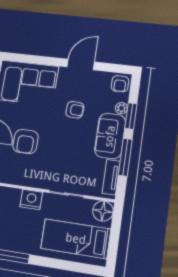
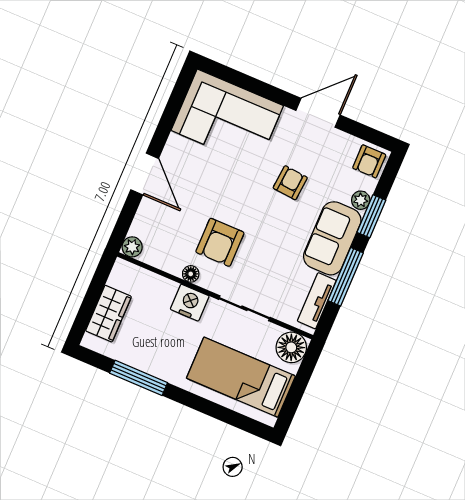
armchair: (75, 110) -> (290, 183), turned -88
armchair: (26, 142) -> (220, 242), moved
floor lamp: (28, 181) -> (191, 274), added

